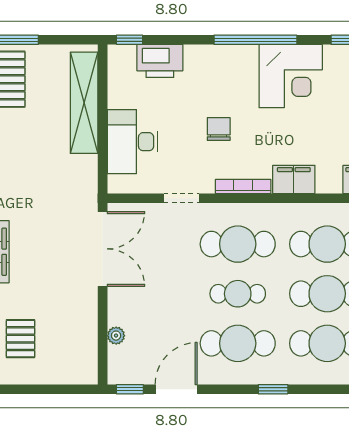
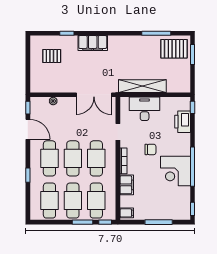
corner desk: (291, 76) -> (175, 171), moved
shelving: (84, 103) -> (142, 86), moved
cafe table: (238, 294) -> (73, 158), width x1.37, depth x1.35

